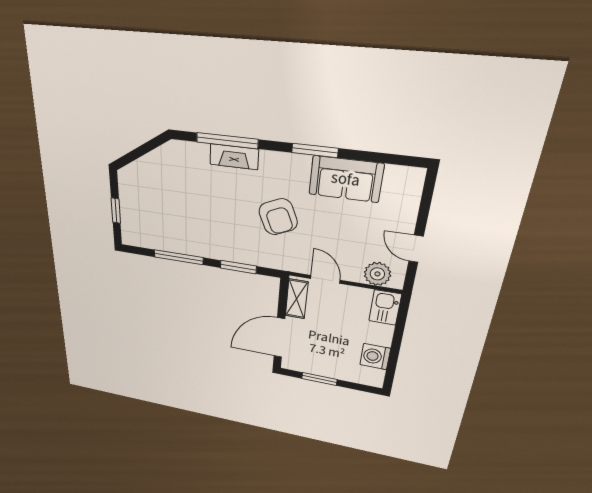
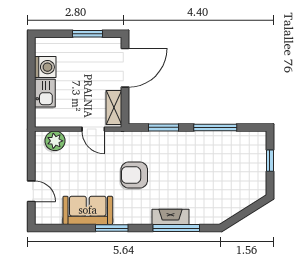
armchair: (278, 217) -> (134, 175), turned -66
door: (416, 249) -> (31, 191), moved
kitchen sink: (385, 307) -> (45, 93), moved

